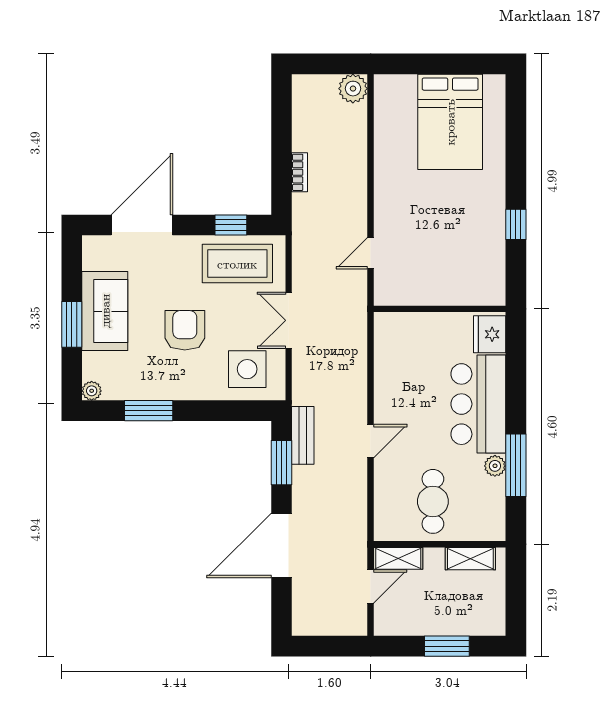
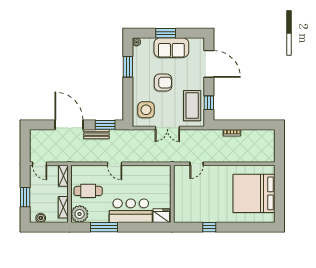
plant: (353, 89) -> (269, 156), removed
bed: (450, 122) -> (254, 193), width x1.36
door: (371, 253) -> (197, 164), swing flipped
double door: (289, 320) -> (167, 128), swing flipped
bench: (303, 435) -> (96, 134), moved
plant: (495, 466) -> (80, 214), moved, width x1.87, depth x1.87
door: (371, 586) -> (40, 164), moved
boiler: (495, 610) -> (41, 218), added

